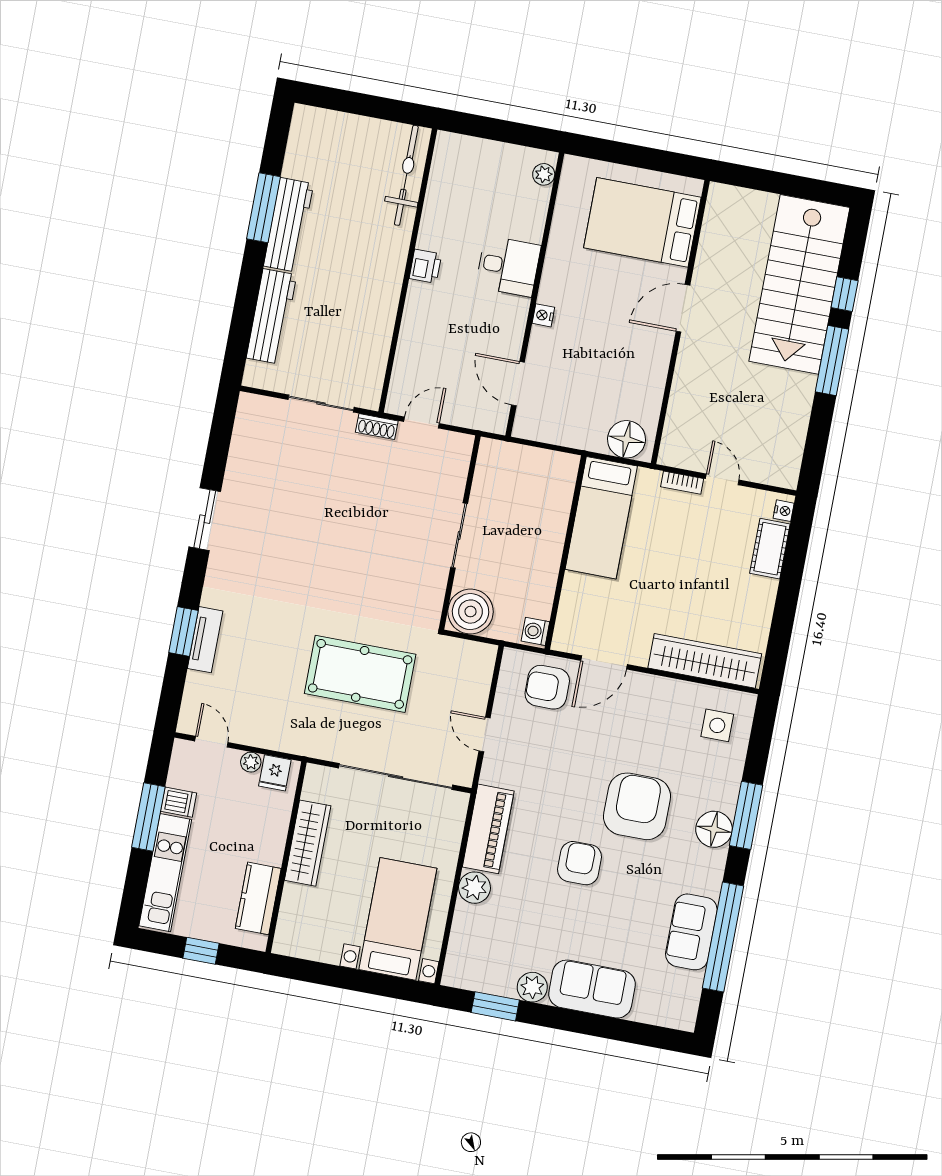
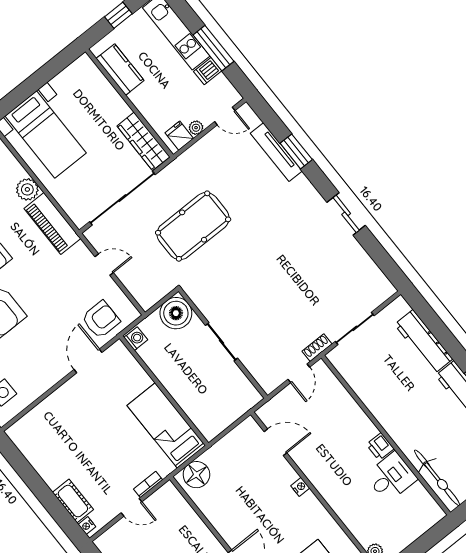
desk: (508, 266) -> (391, 477), moved, turned 180
tv unit: (205, 640) -> (276, 152), width x1.41
wardrobe: (705, 661) -> (43, 415), removed
wardrobe: (308, 843) -> (143, 141), moved

